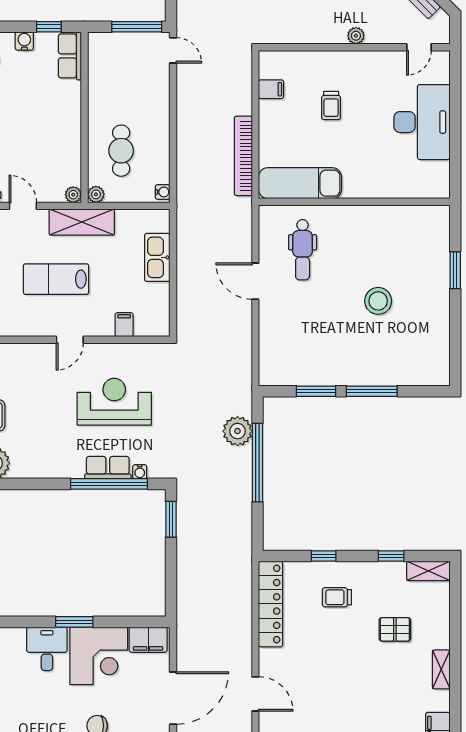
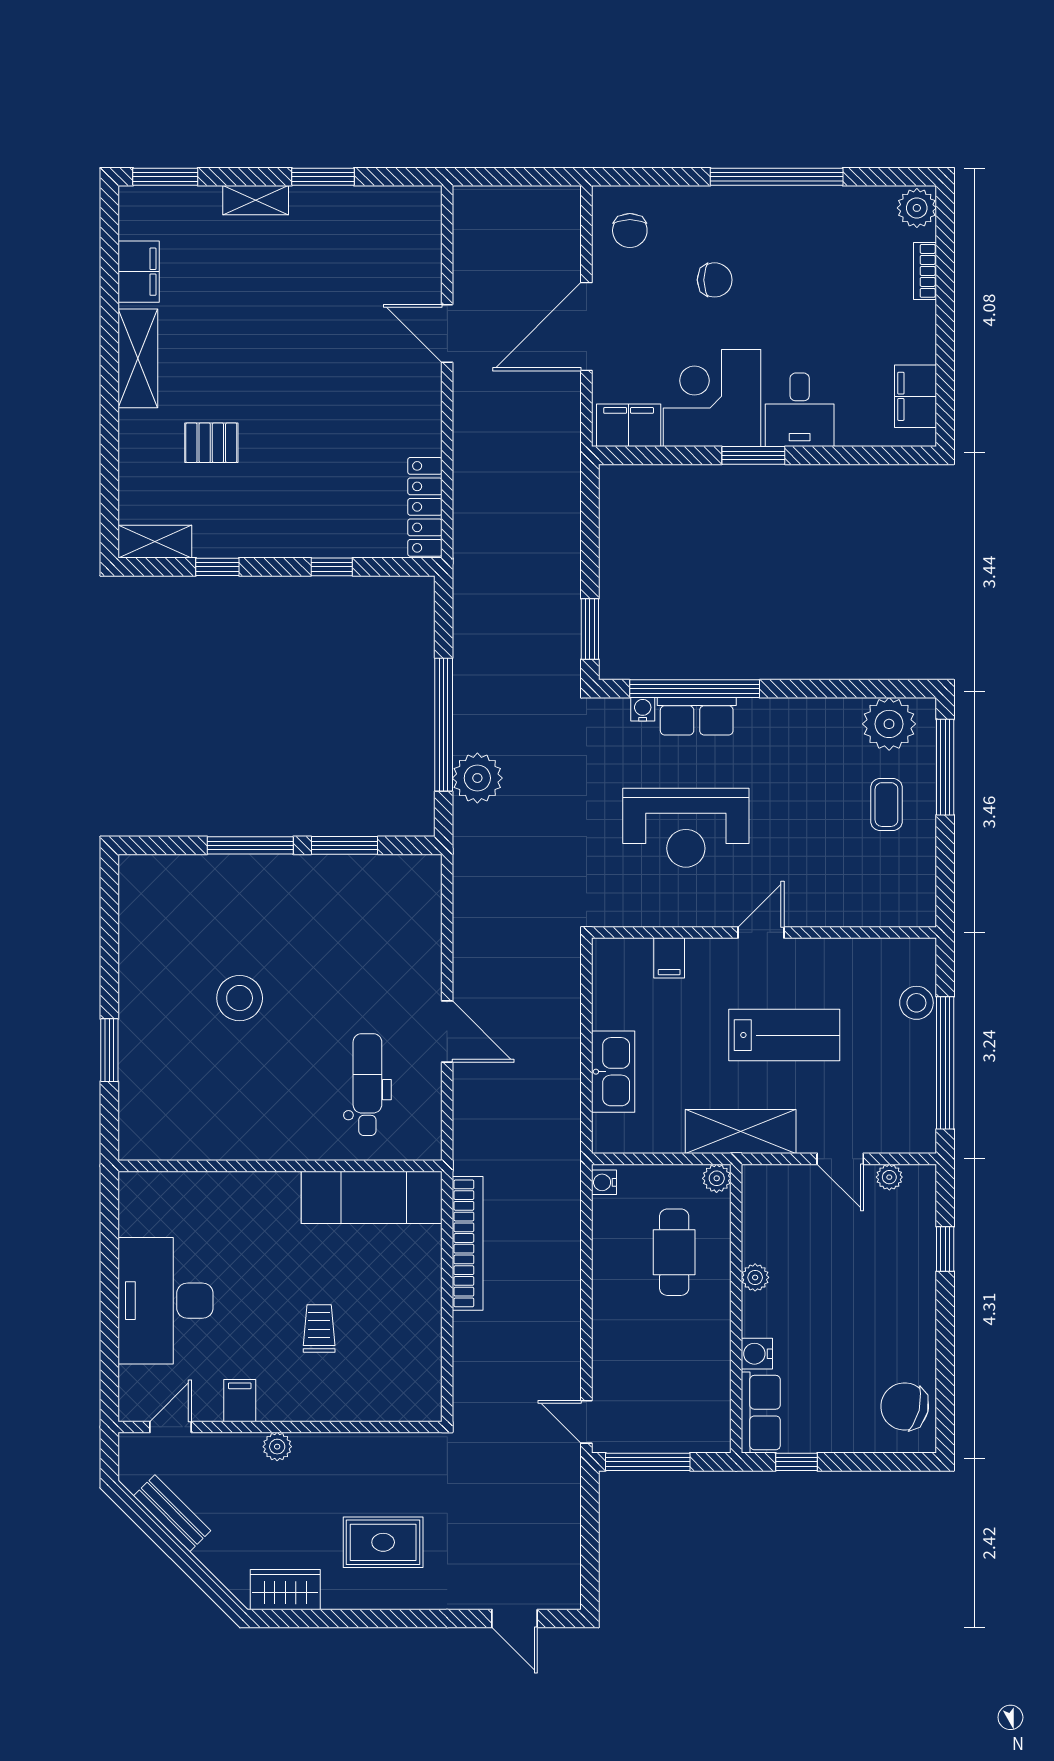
water cooler: (24, 41) -> (757, 1354), moved, turned 90
filing cabinet: (271, 89) -> (240, 1401), moved, turned 90
plant: (73, 195) -> (755, 1277), moved
trolley: (337, 597) -> (309, 497), removed
locker: (271, 604) -> (425, 507), width x0.71, depth x0.83
shelving: (441, 669) -> (138, 358), width x1.50, depth x1.33

